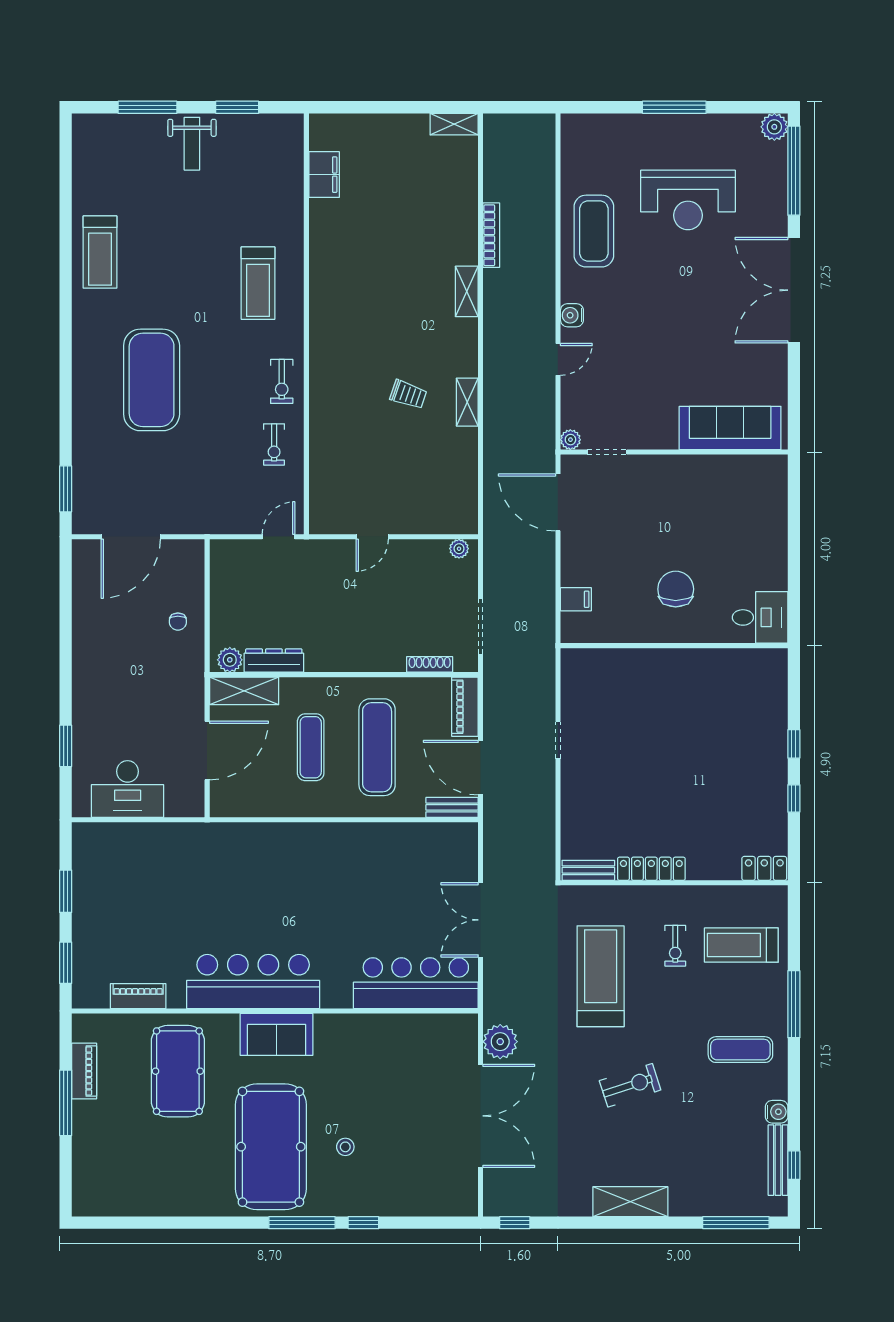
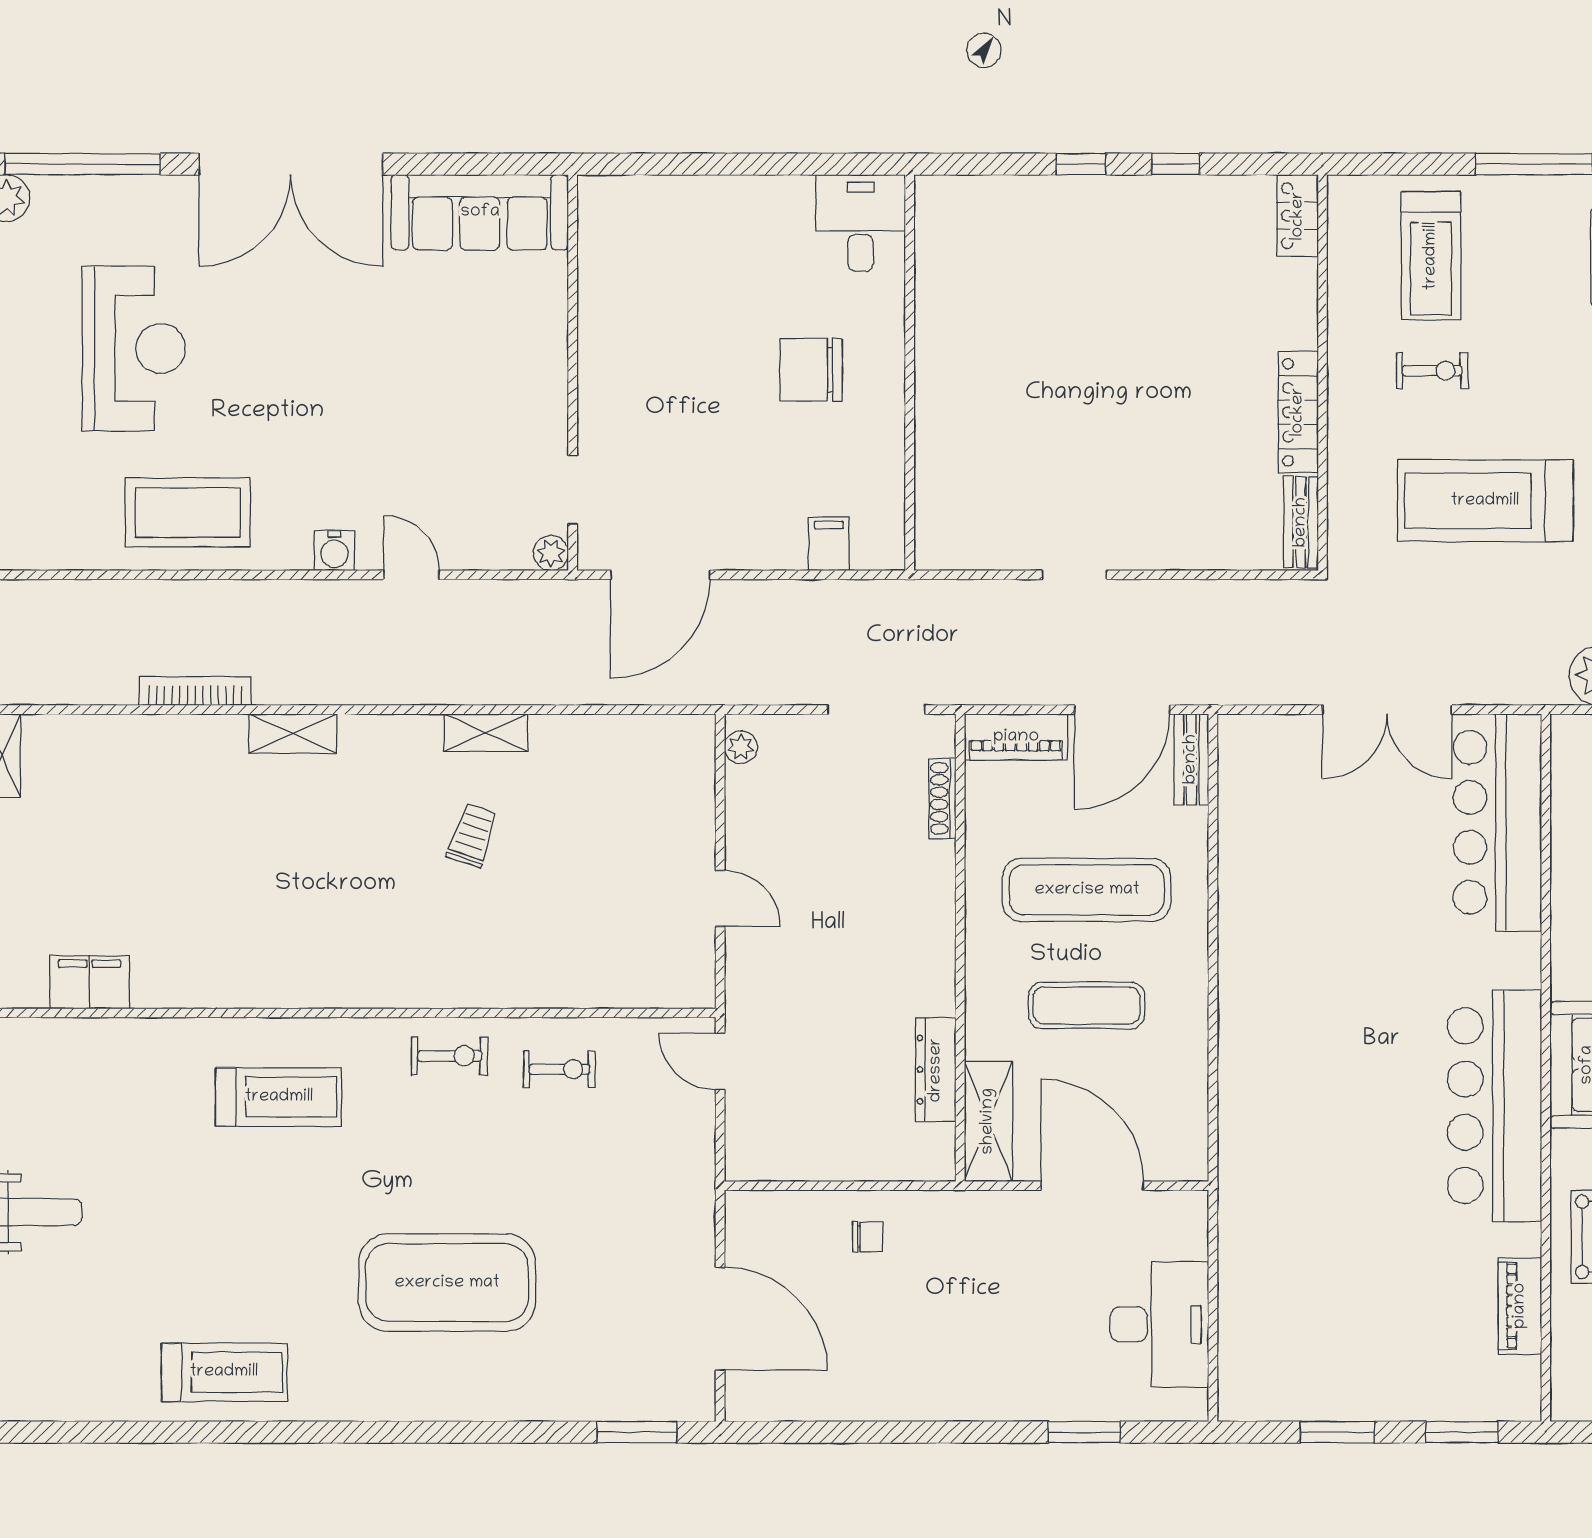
sofa: (730, 428) -> (480, 212), moved, turned -90
plant: (230, 660) -> (934, 1146), removed

